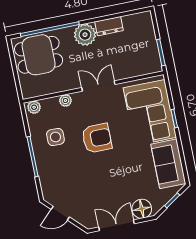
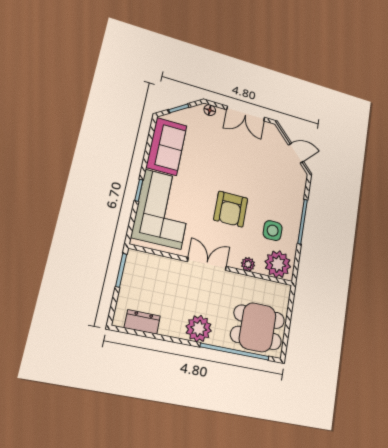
dresser: (109, 26) -> (142, 322), moved
double door: (98, 86) -> (207, 264), swing flipped
plant: (34, 107) -> (278, 264), width x1.87, depth x1.87
armchair: (97, 138) -> (231, 209), turned -90
floor lamp: (142, 209) -> (210, 110), width x0.53, depth x0.53

